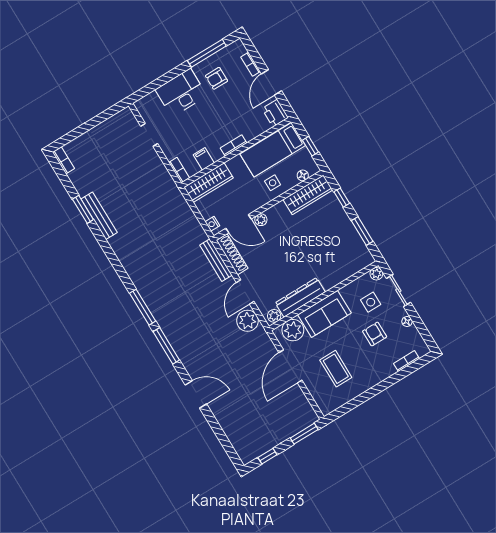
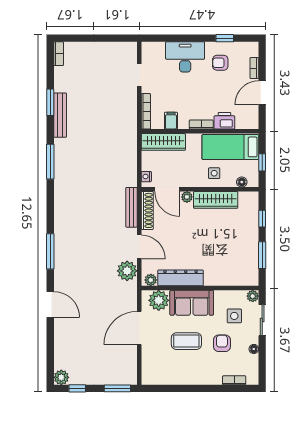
window: (207, 53) -> (225, 38), width x0.46
printer: (275, 113) -> (224, 121), moved, turned 90
bookcase: (179, 170) -> (146, 111), width x1.56
wardrobe: (308, 195) -> (216, 200), moved
door: (245, 292) -> (139, 247), swing flipped
window: (143, 307) -> (50, 162), moved
coffee table: (336, 369) -> (186, 341), moved, turned 90
plant: (247, 455) -> (61, 377), added

